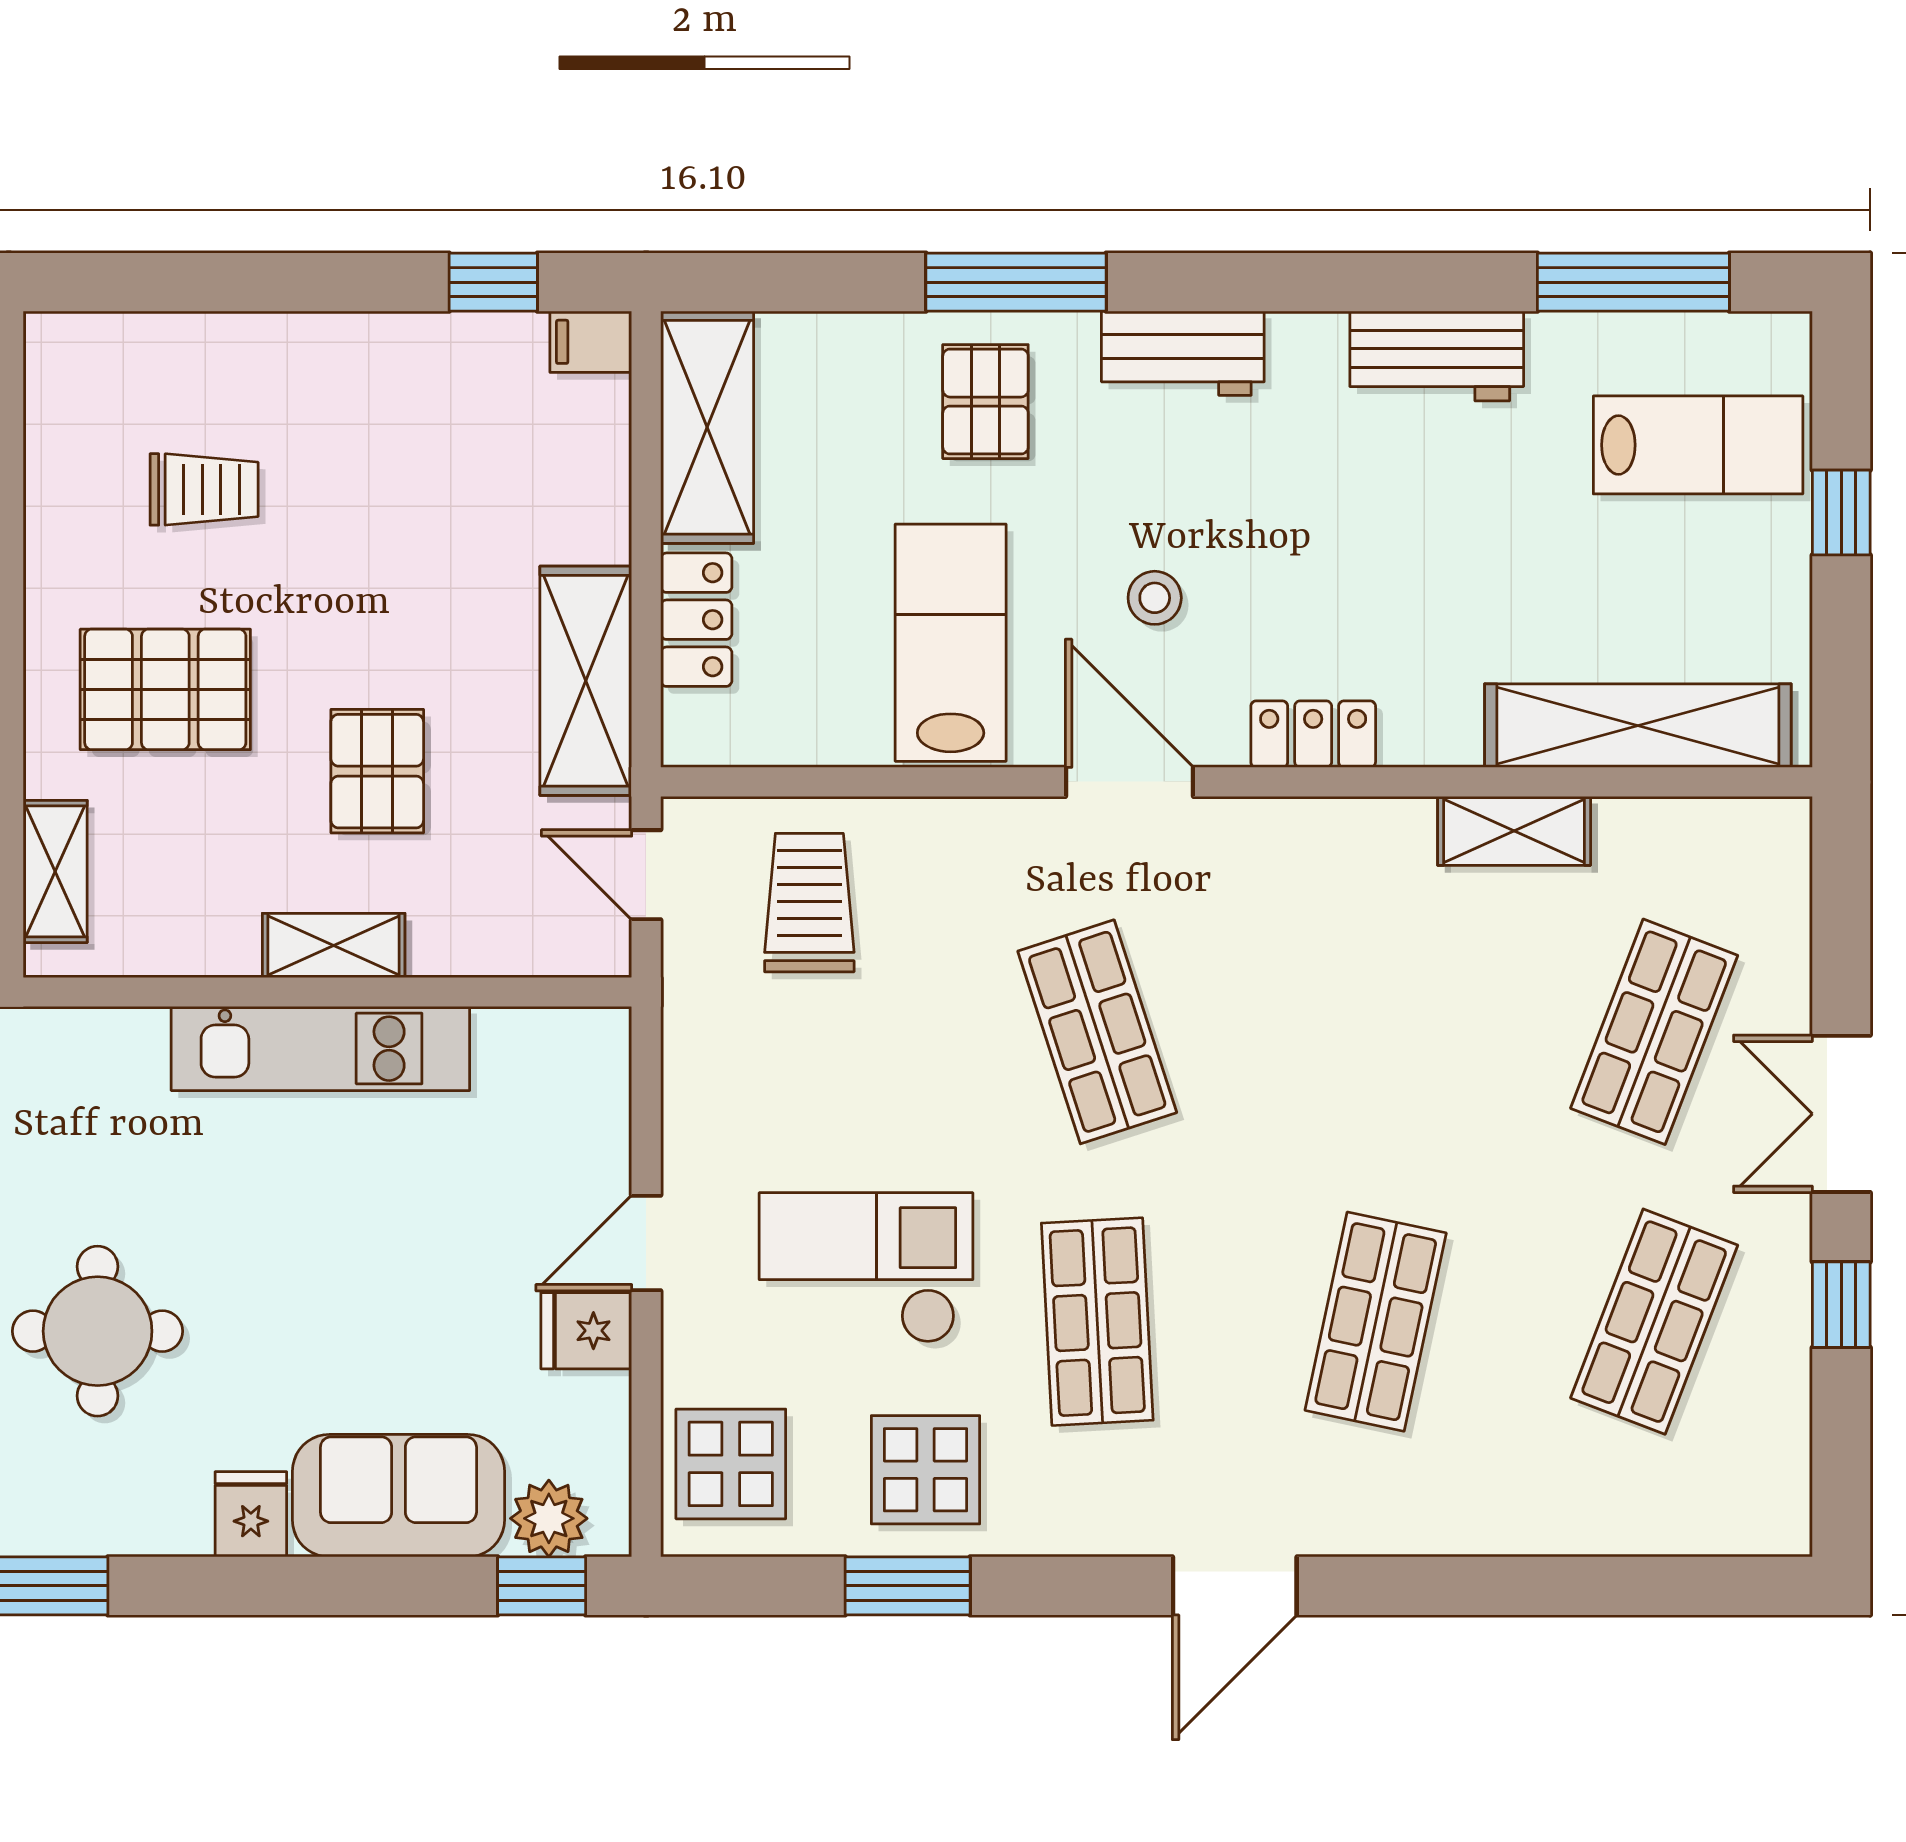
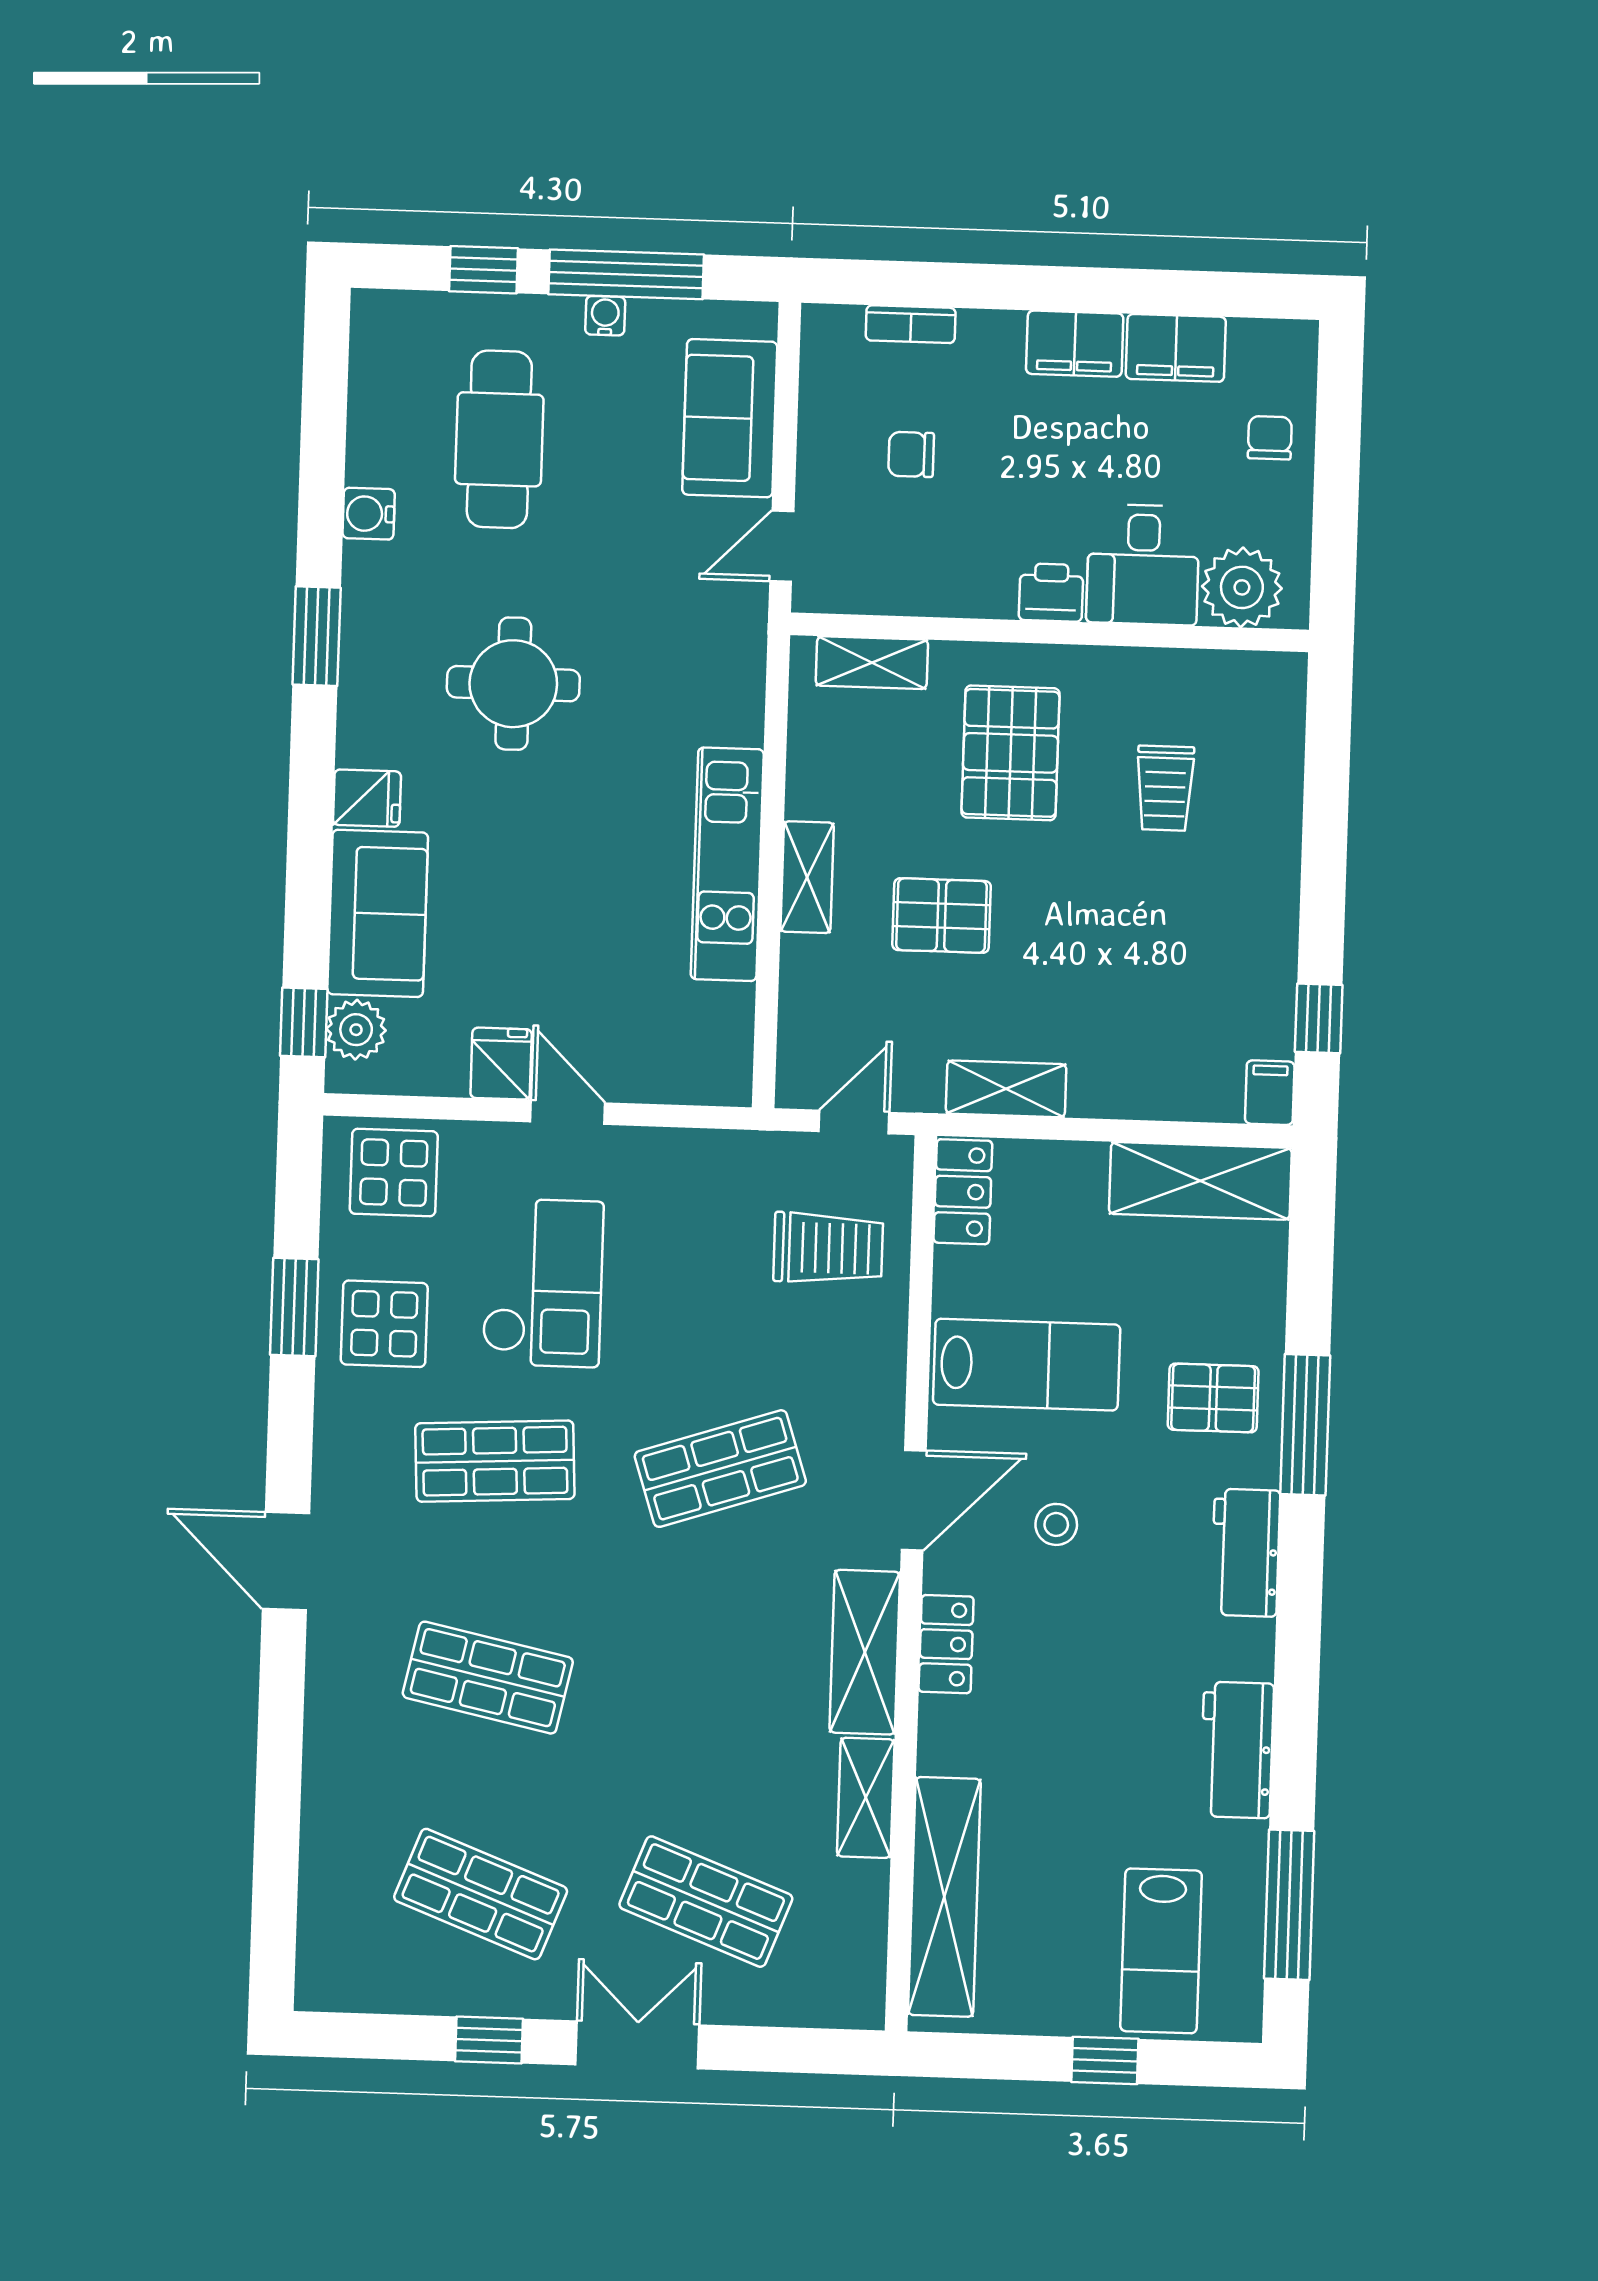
locker: (696, 620) -> (963, 1192), moved, turned -90
shelving: (586, 681) -> (1006, 1089), width x0.67, depth x0.75
shelving: (1327, 838) -> (865, 1652), added

